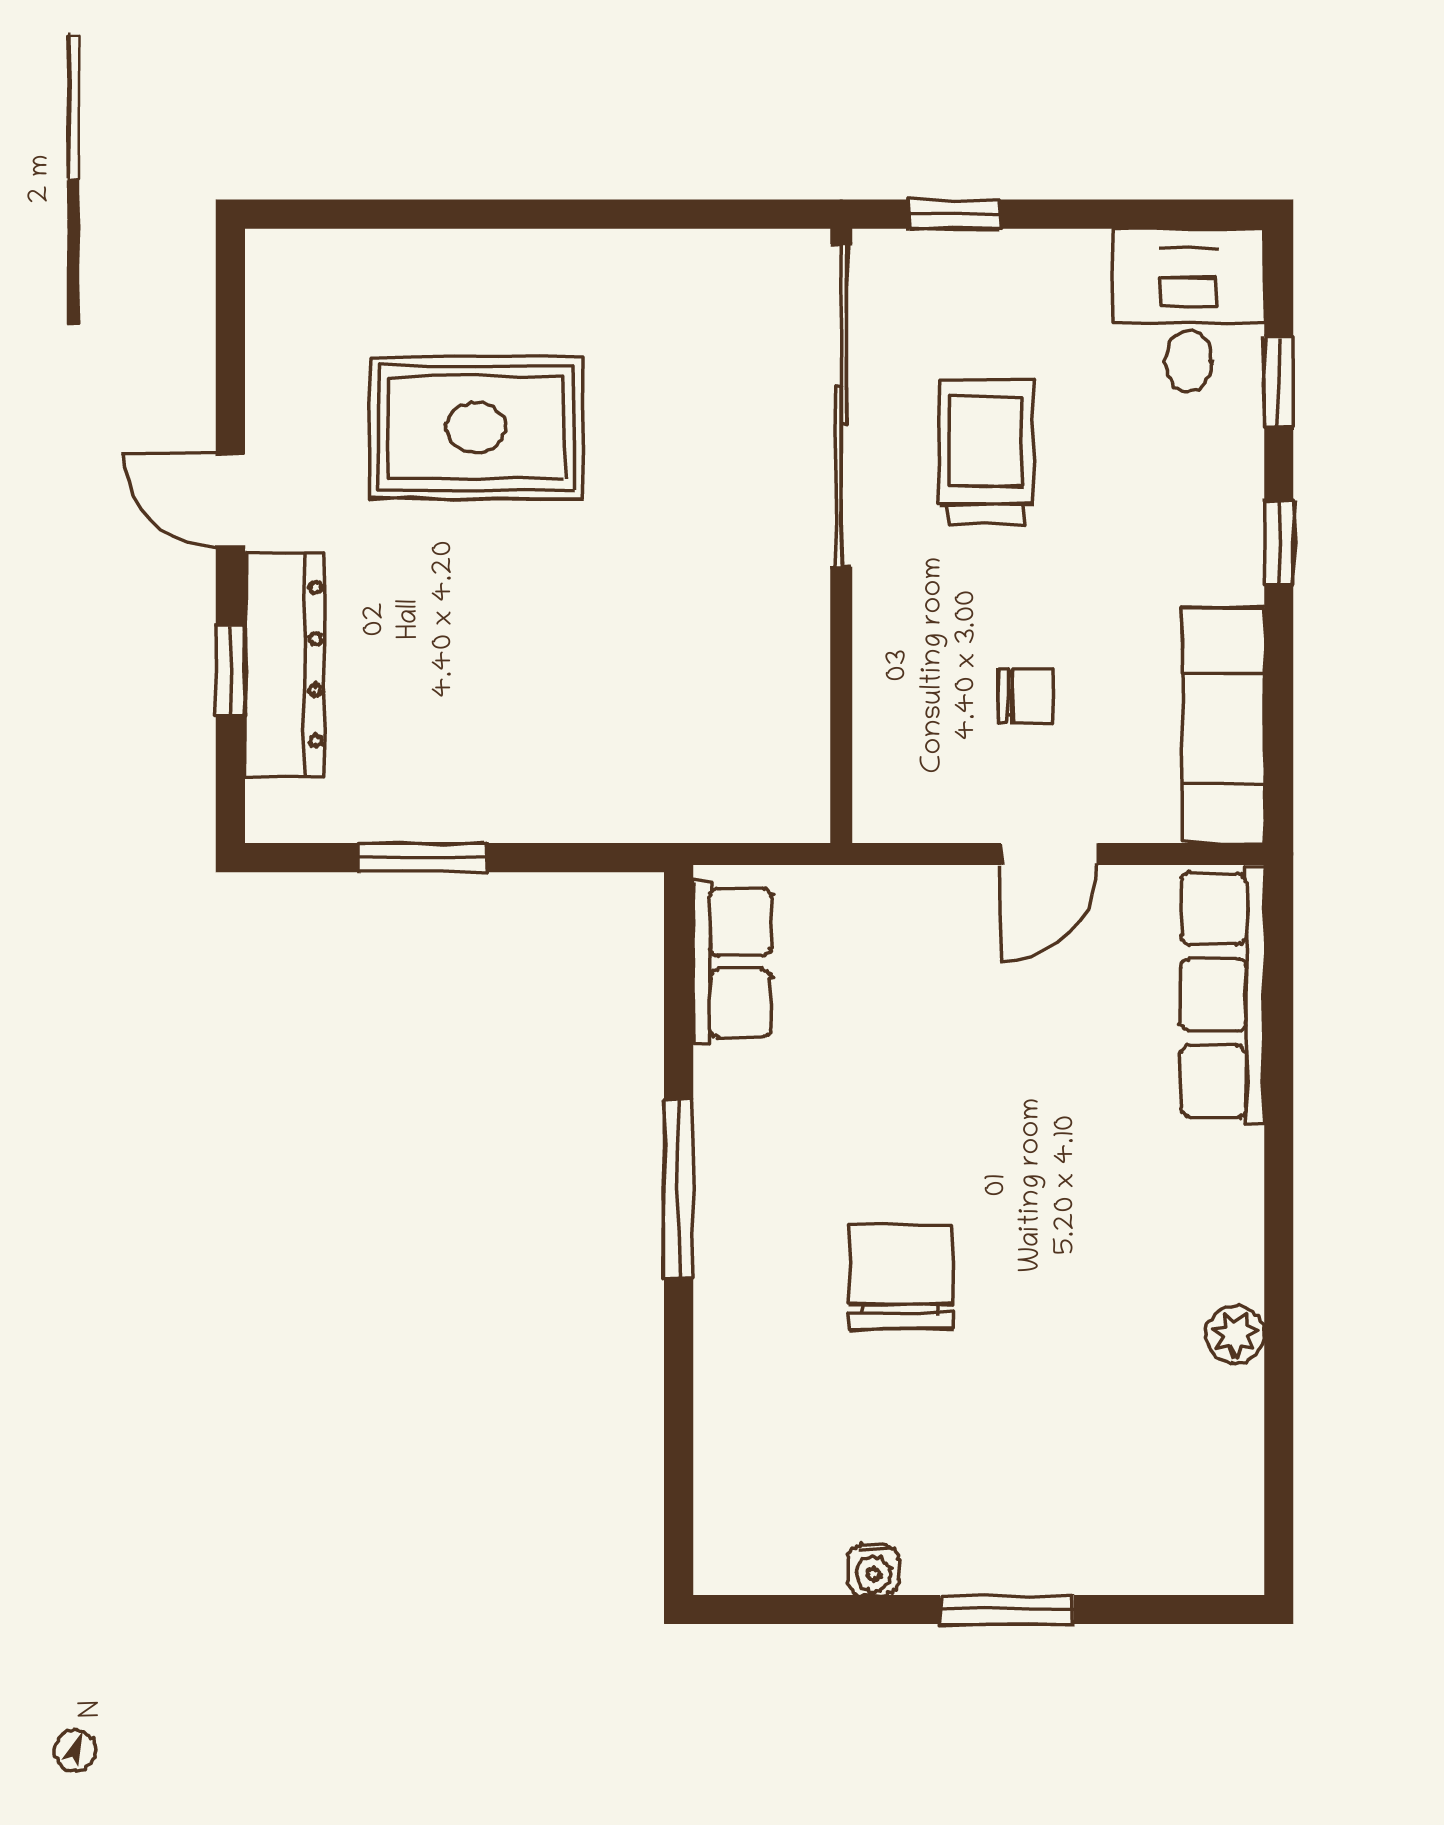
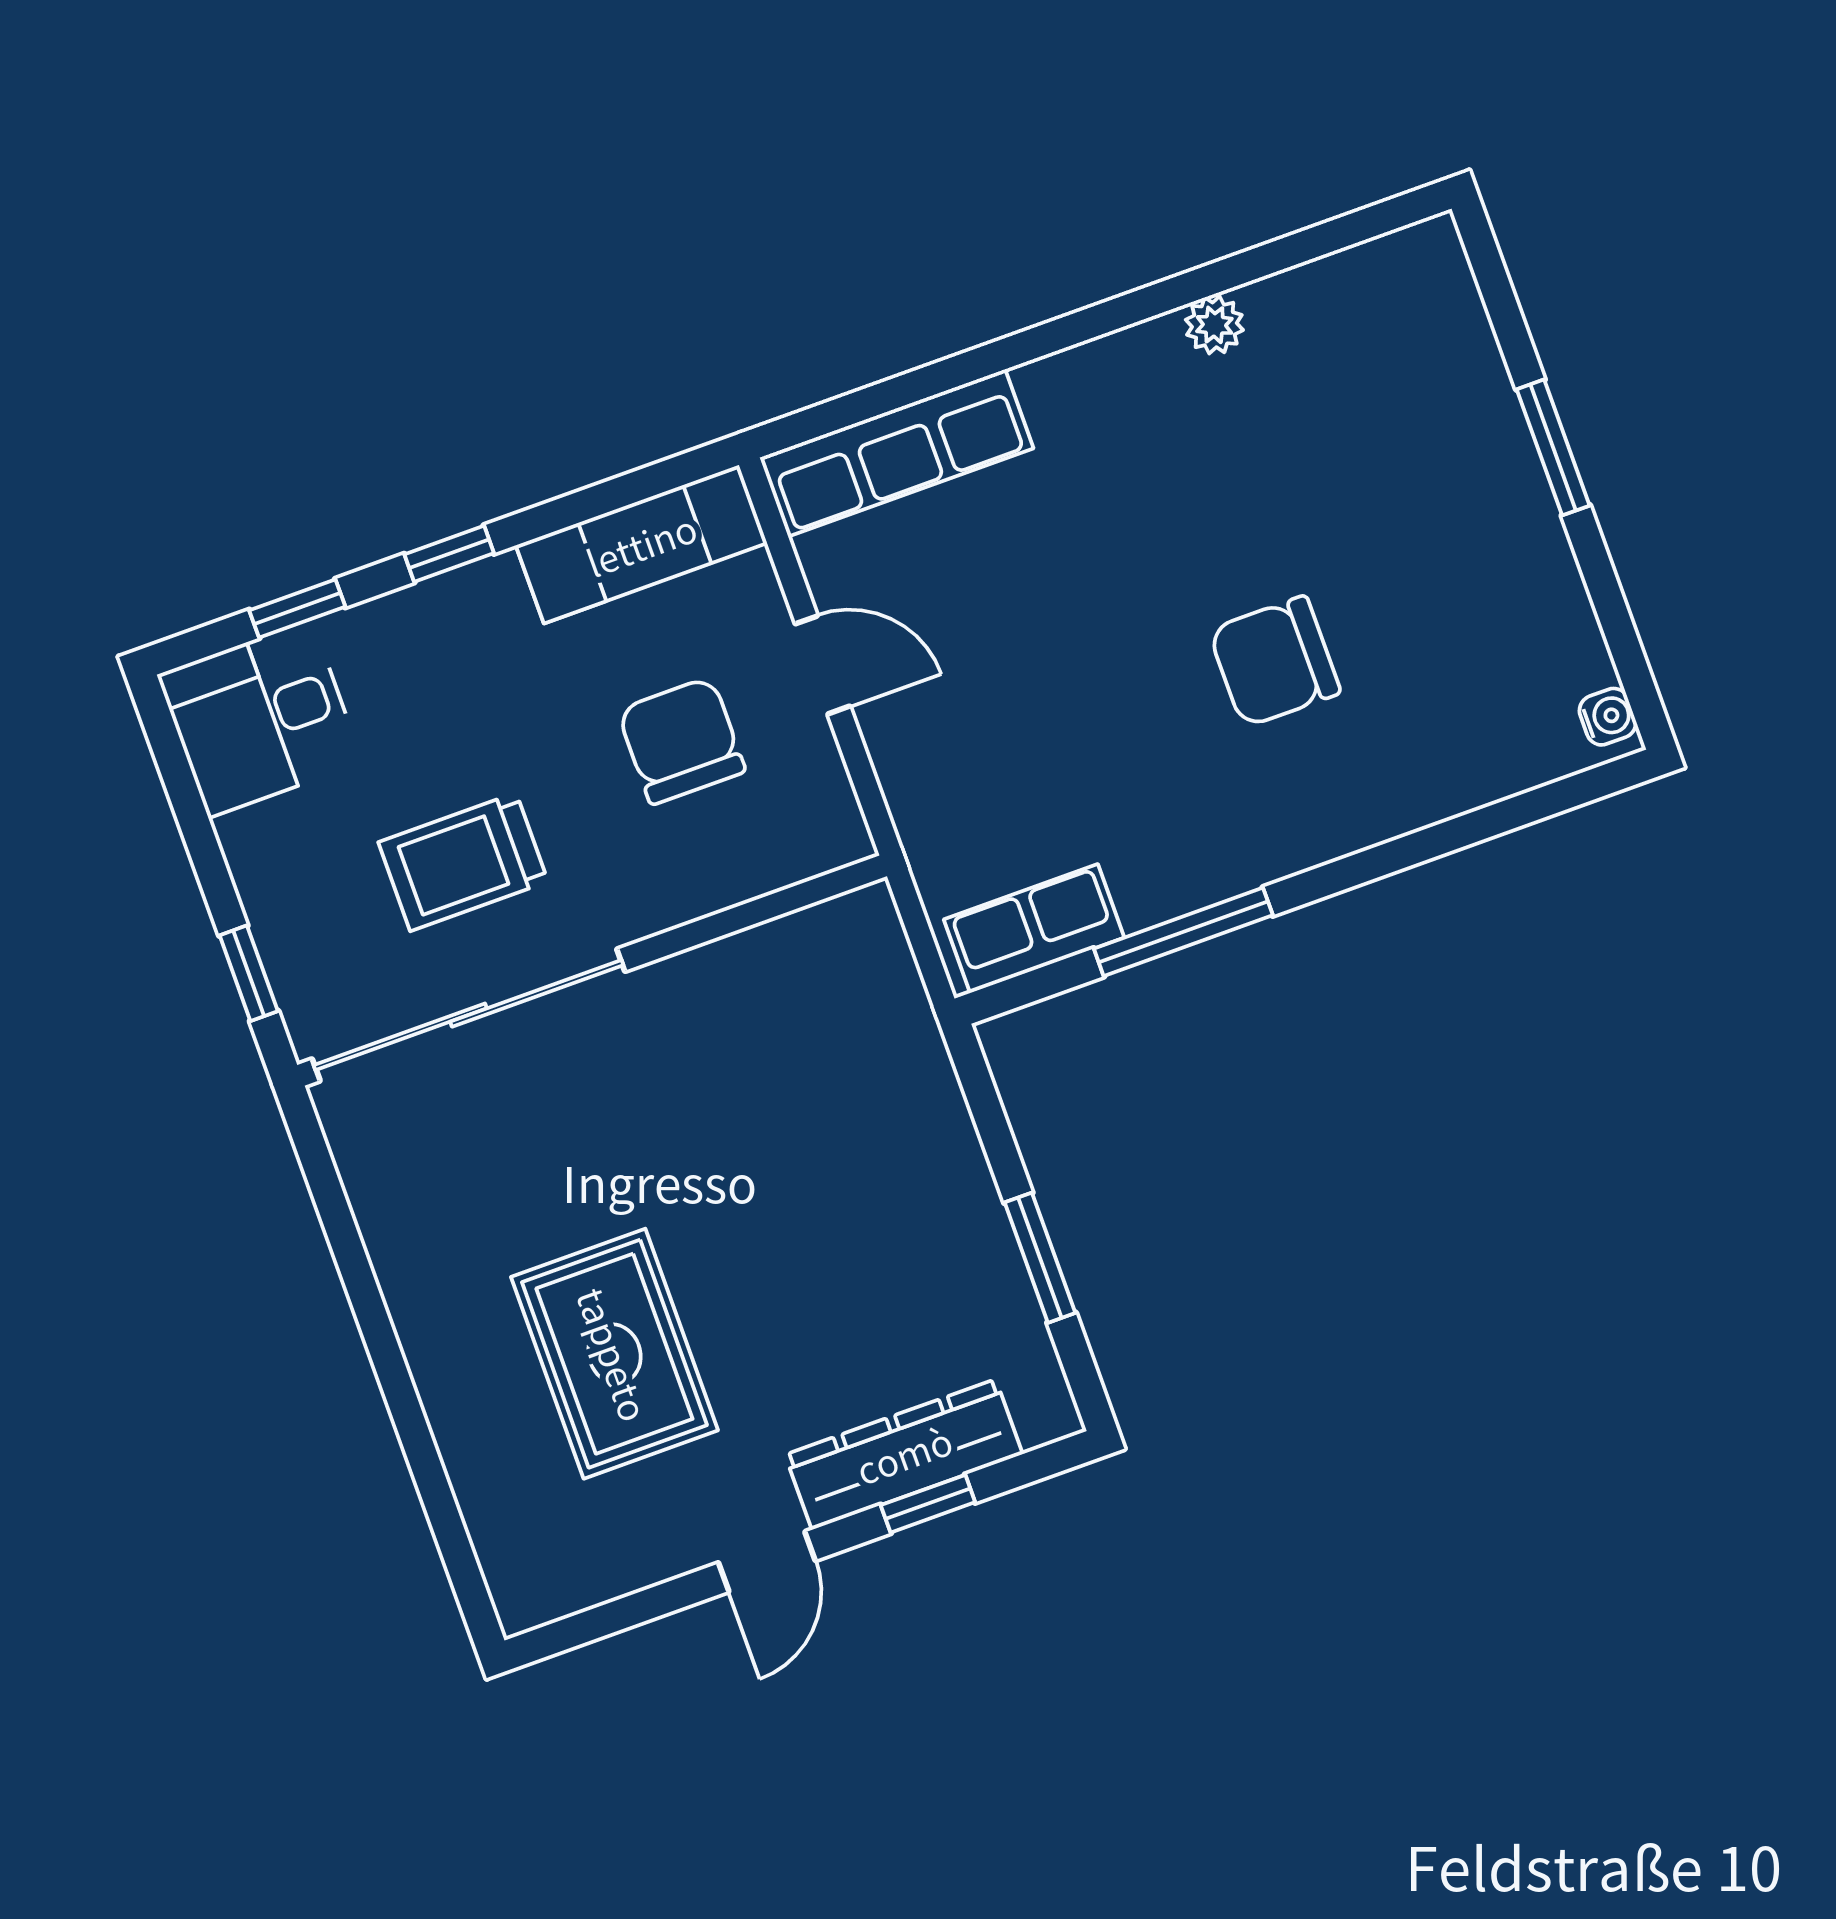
chair: (1026, 696) -> (681, 741), width x1.87, depth x1.87
window: (679, 1189) -> (1183, 932), moved
water cooler: (873, 1570) -> (1608, 717), moved

